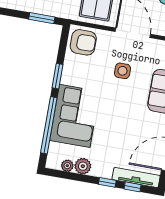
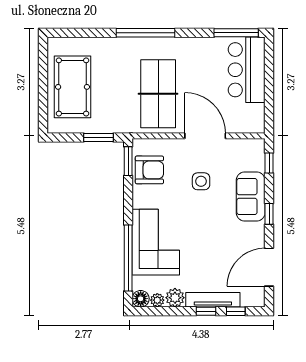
armchair: (83, 42) -> (149, 170), moved
window: (57, 76) -> (128, 161), moved
floor lamp: (53, 162) -> (141, 299), added
tv unit: (136, 177) -> (213, 300), moved

